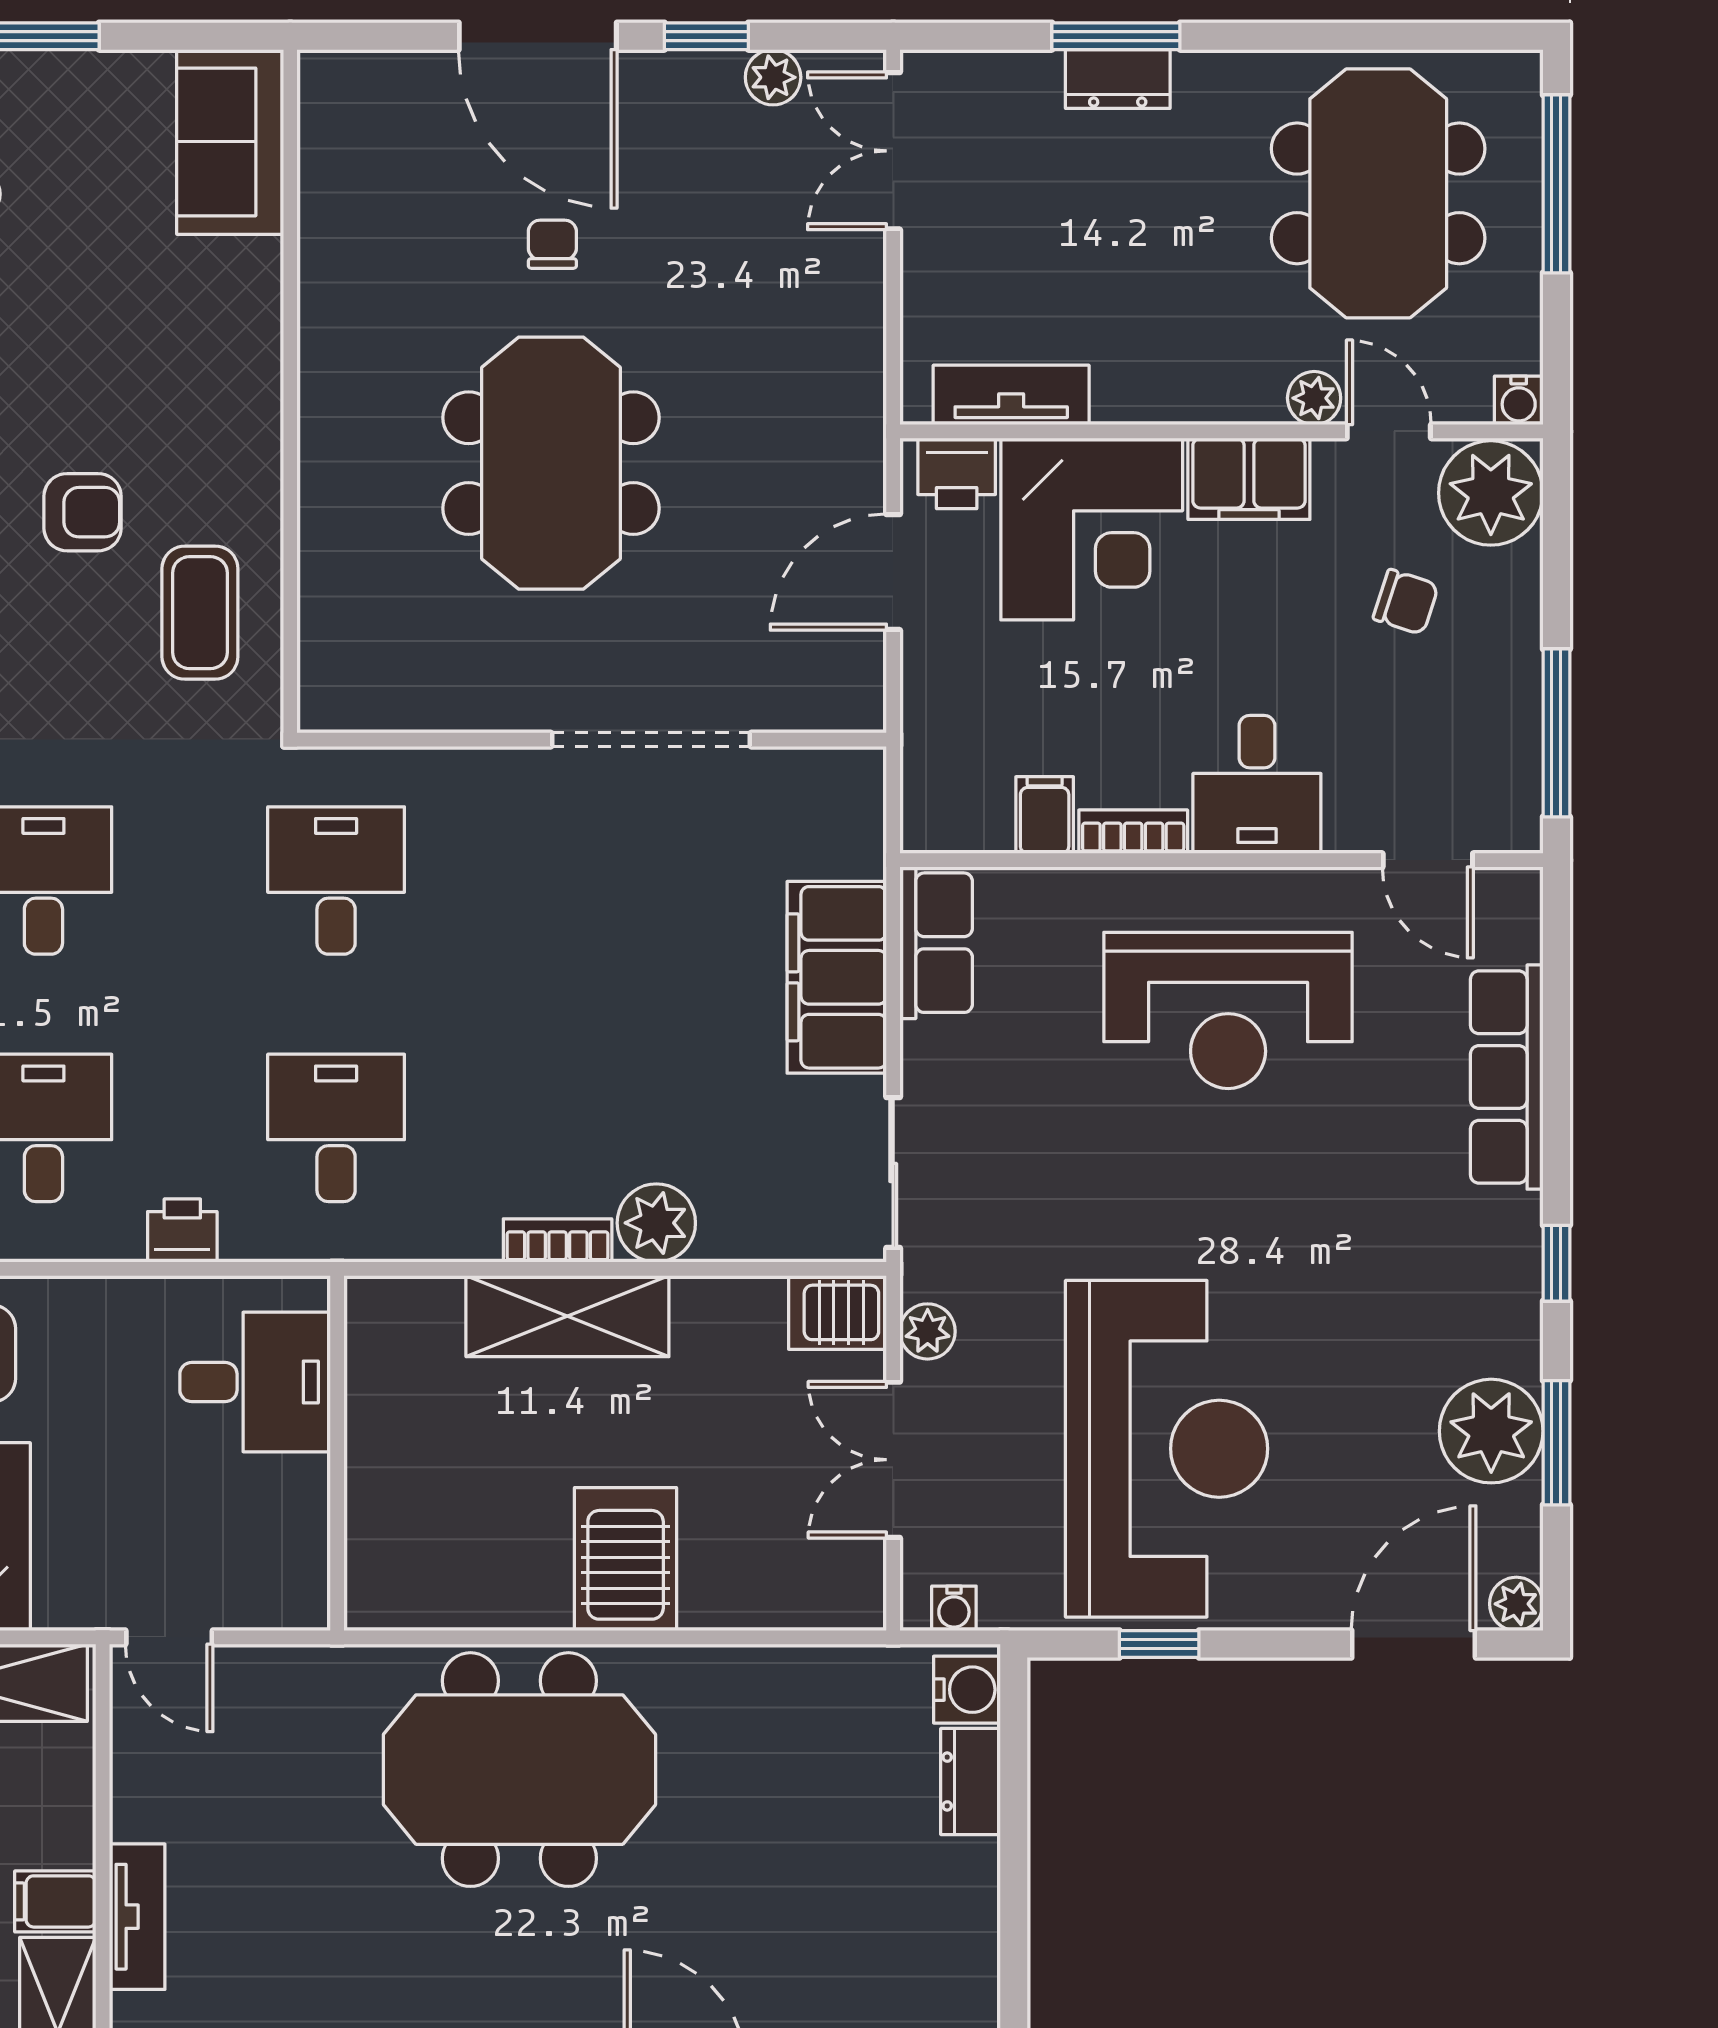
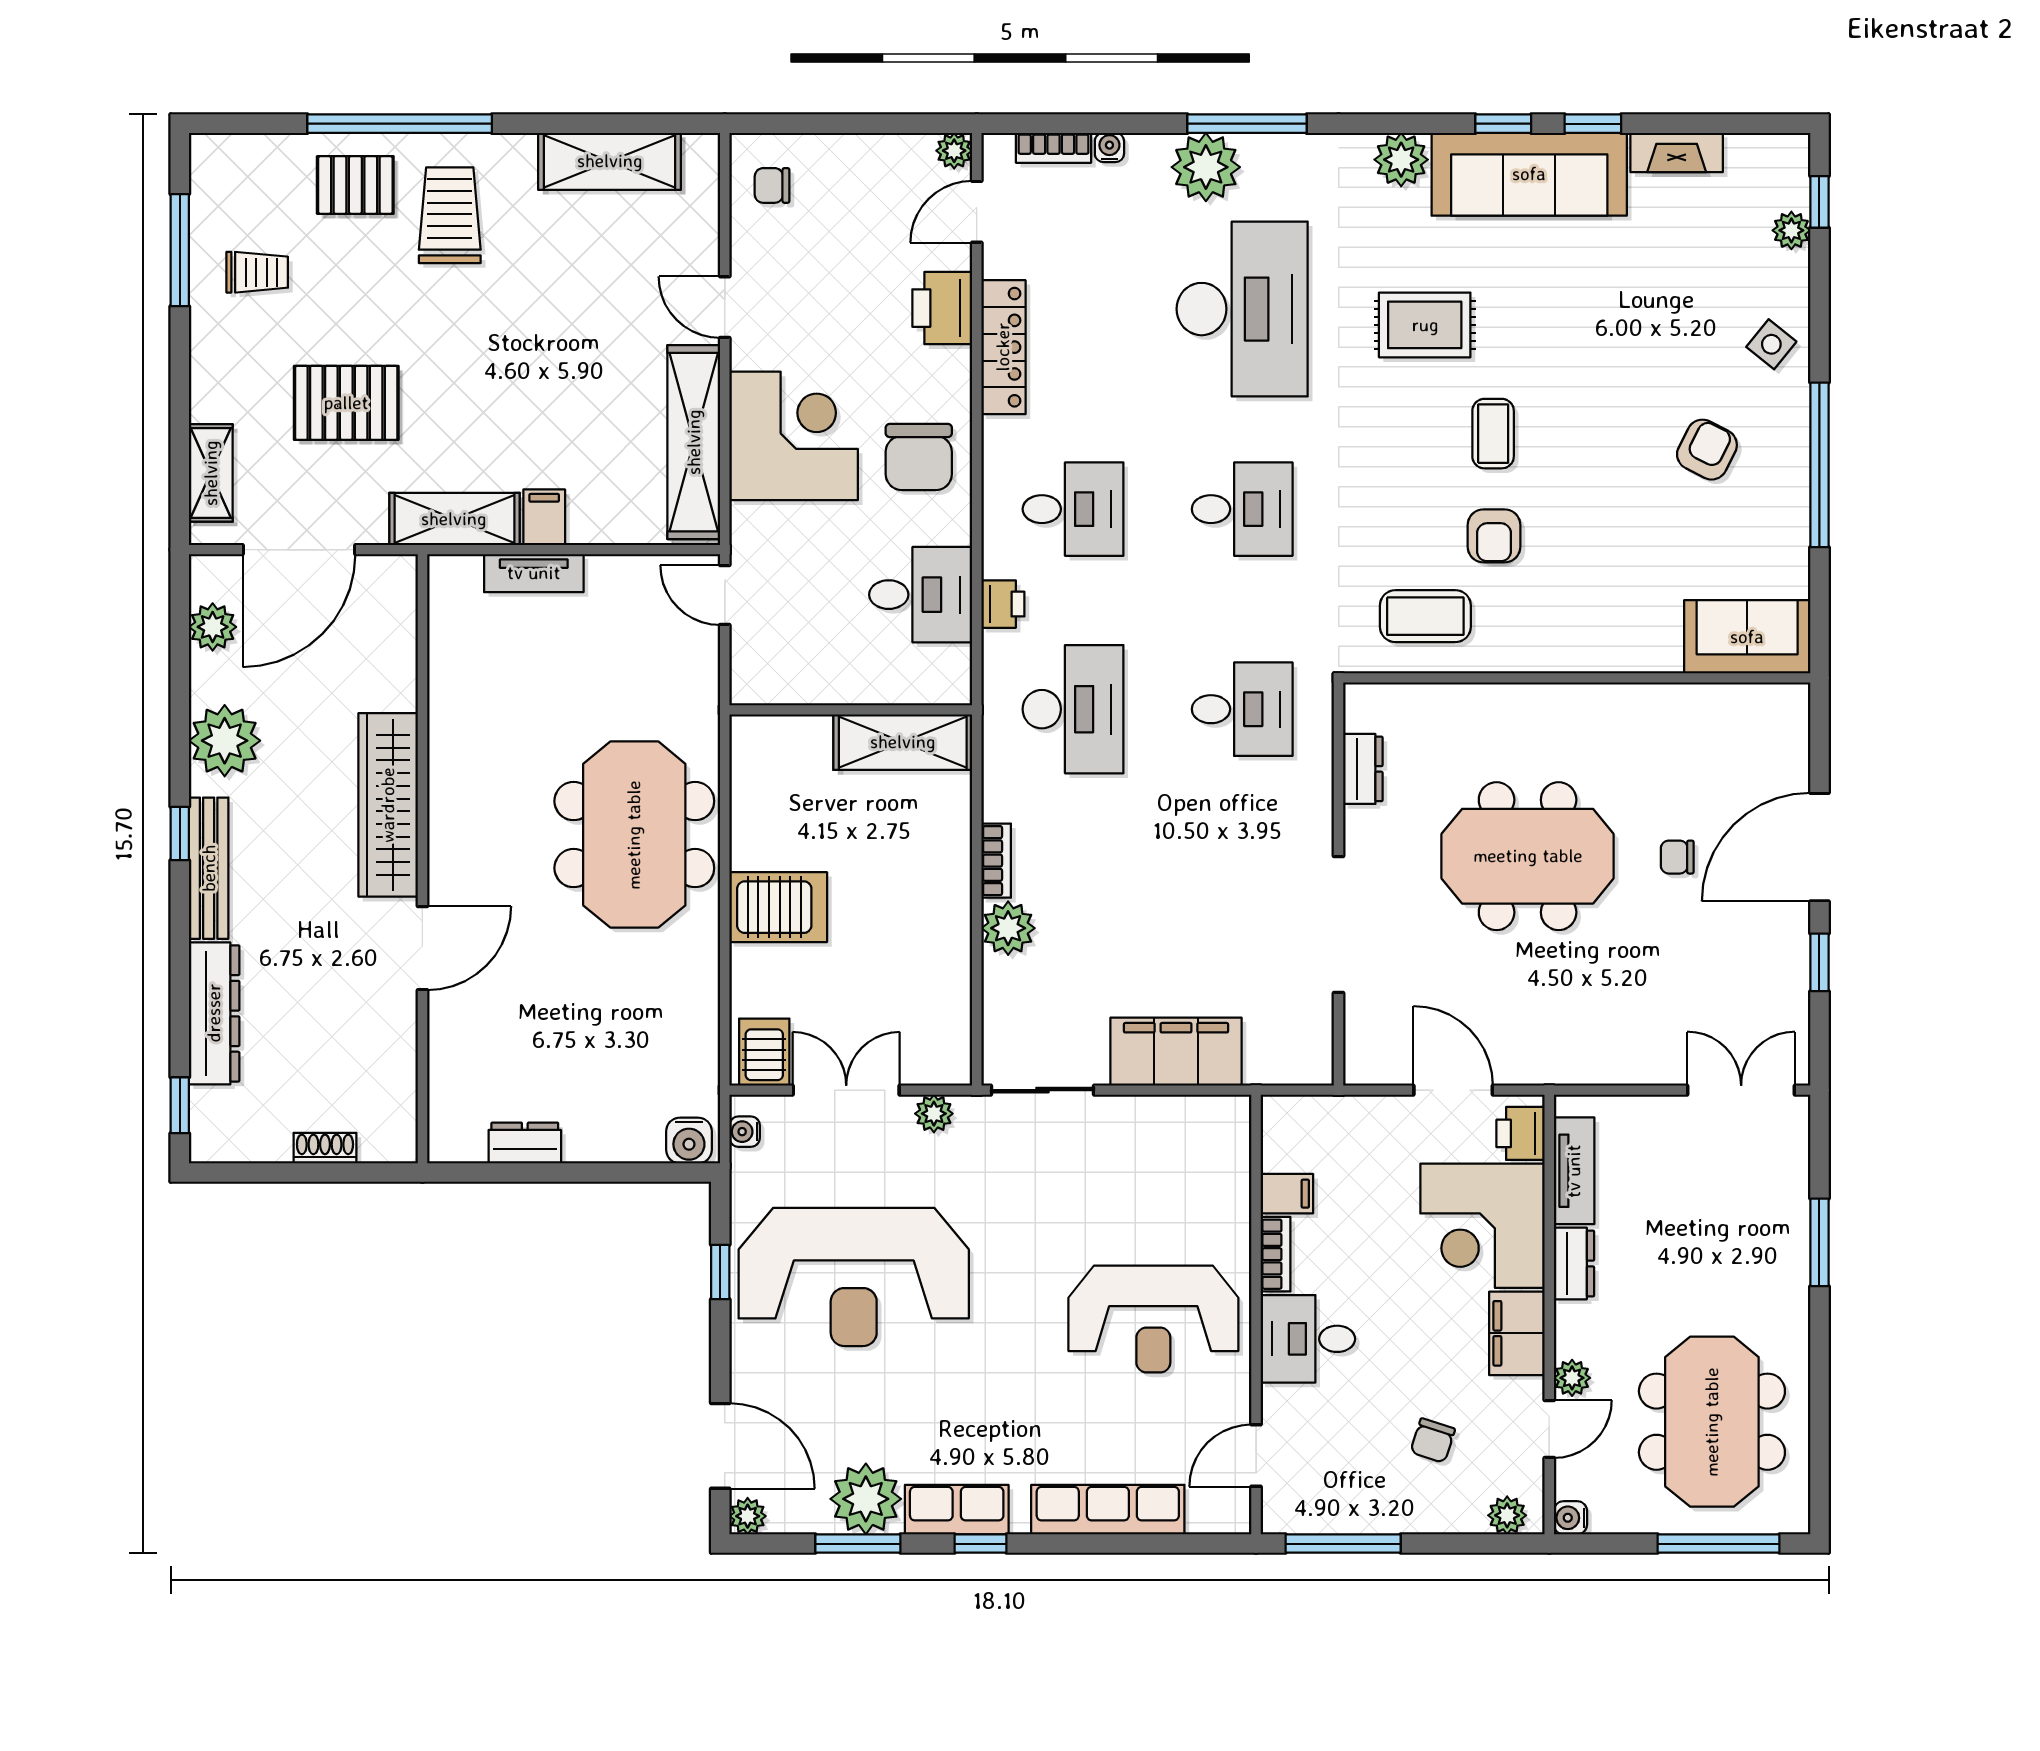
plant: (773, 77) -> (1791, 1008), removed
dresser: (1118, 79) -> (1574, 1263), moved, turned 180
meeting table: (1378, 193) -> (1712, 1422), turned 90
chair: (552, 244) -> (1677, 857), turned 180
plant: (1491, 493) -> (1507, 1515), width x0.53, depth x0.53
dresser: (423, 704) -> (1363, 769), added
row of seats: (936, 943) -> (957, 1510), moved, turned 180
reception desk: (1228, 1010) -> (1153, 1319), turned -90
desk: (336, 1128) -> (1073, 709), width x1.37
server rack: (838, 1312) -> (764, 1052), moved
shelving: (567, 1316) -> (903, 742), moved, turned 90
desk: (255, 1382) -> (921, 595), moved, turned -90
door: (169, 1637) -> (725, 595), hinge flipped
dresser: (970, 1782) -> (525, 1143), moved

